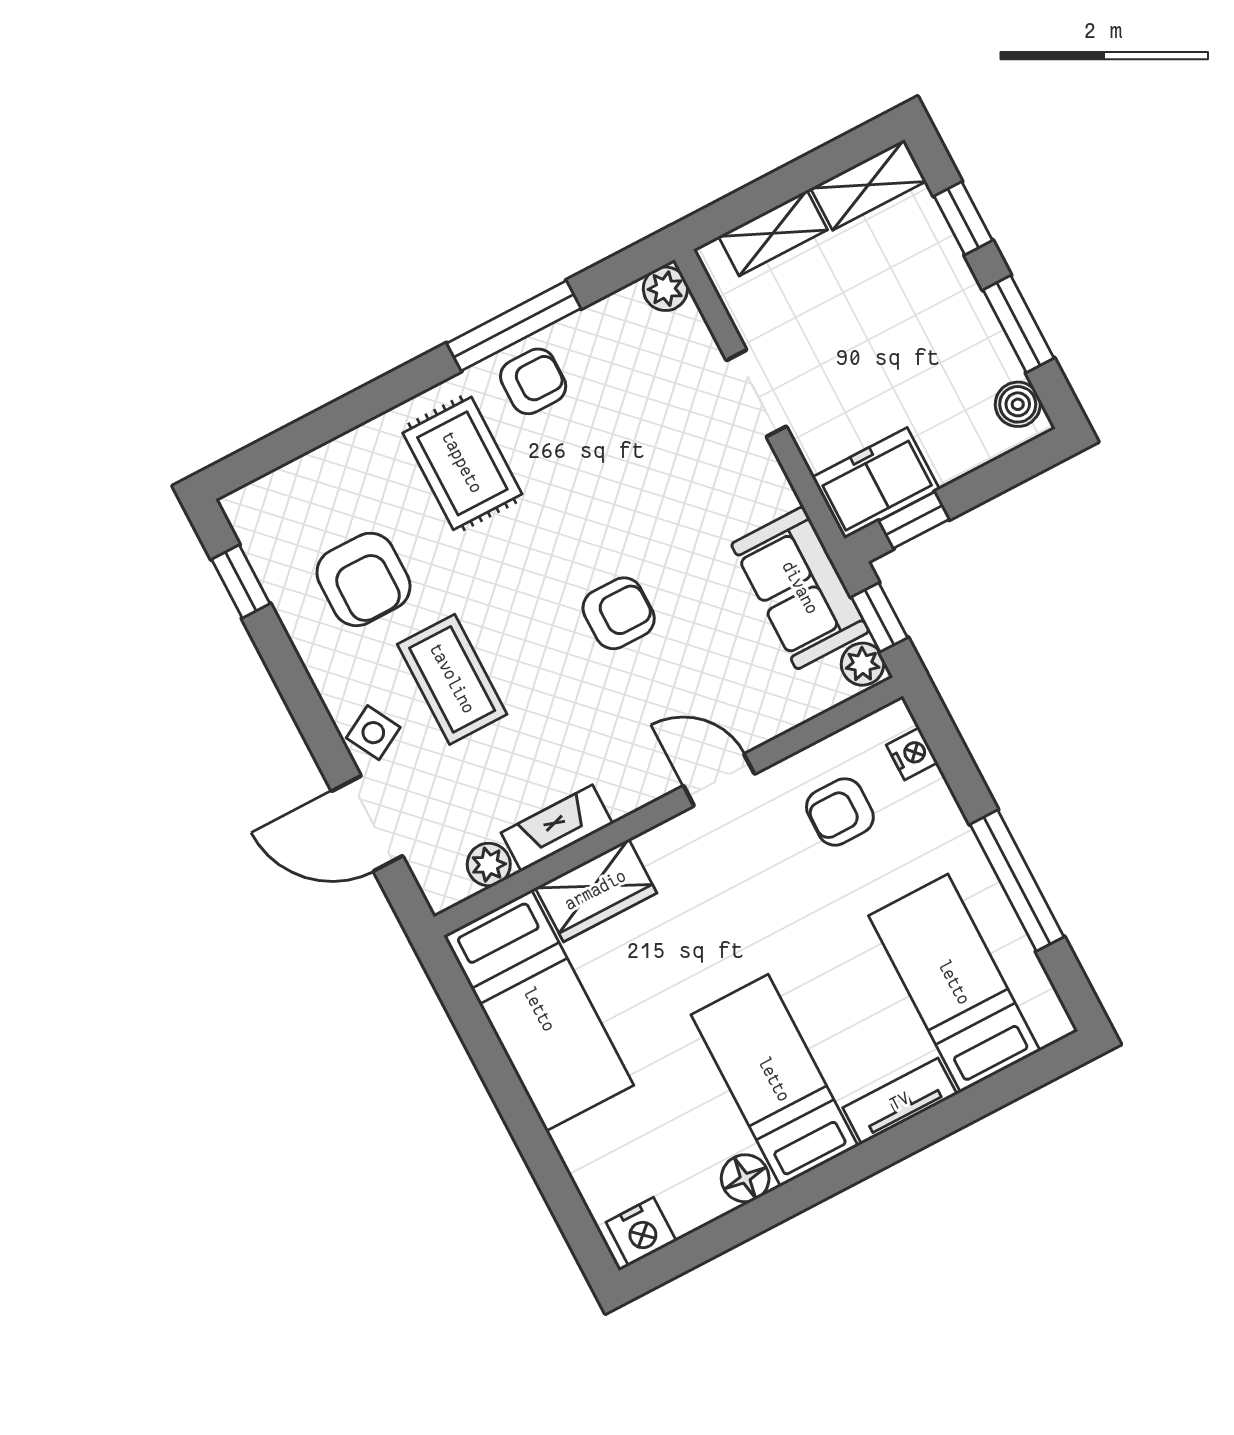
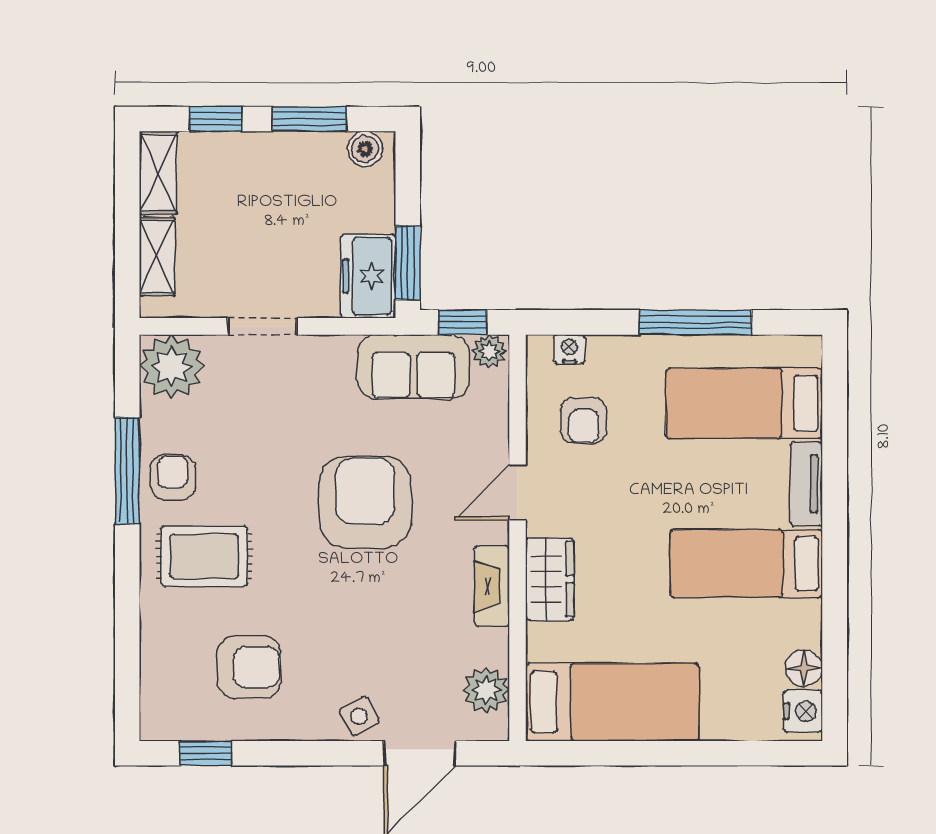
plant: (665, 289) -> (172, 367), width x1.87, depth x1.87
window: (914, 520) -> (408, 263), width x1.50
armchair: (619, 613) -> (365, 502), width x1.88, depth x1.88
coffee table: (452, 679) -> (351, 642), removed
fireplace: (557, 828) -> (492, 586), moved
plant: (489, 864) -> (486, 690), width x1.38, depth x1.38
wardrobe: (596, 890) -> (550, 579), moved
floor lamp: (745, 1178) -> (804, 668), moved

